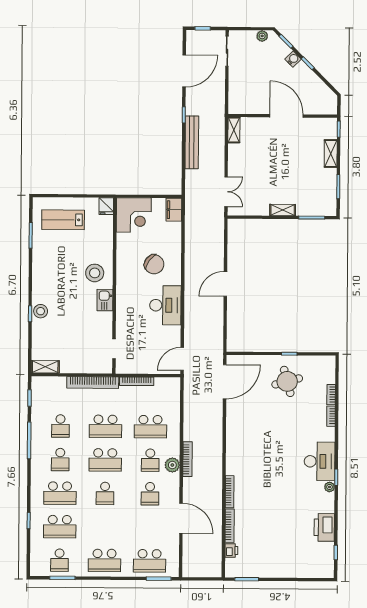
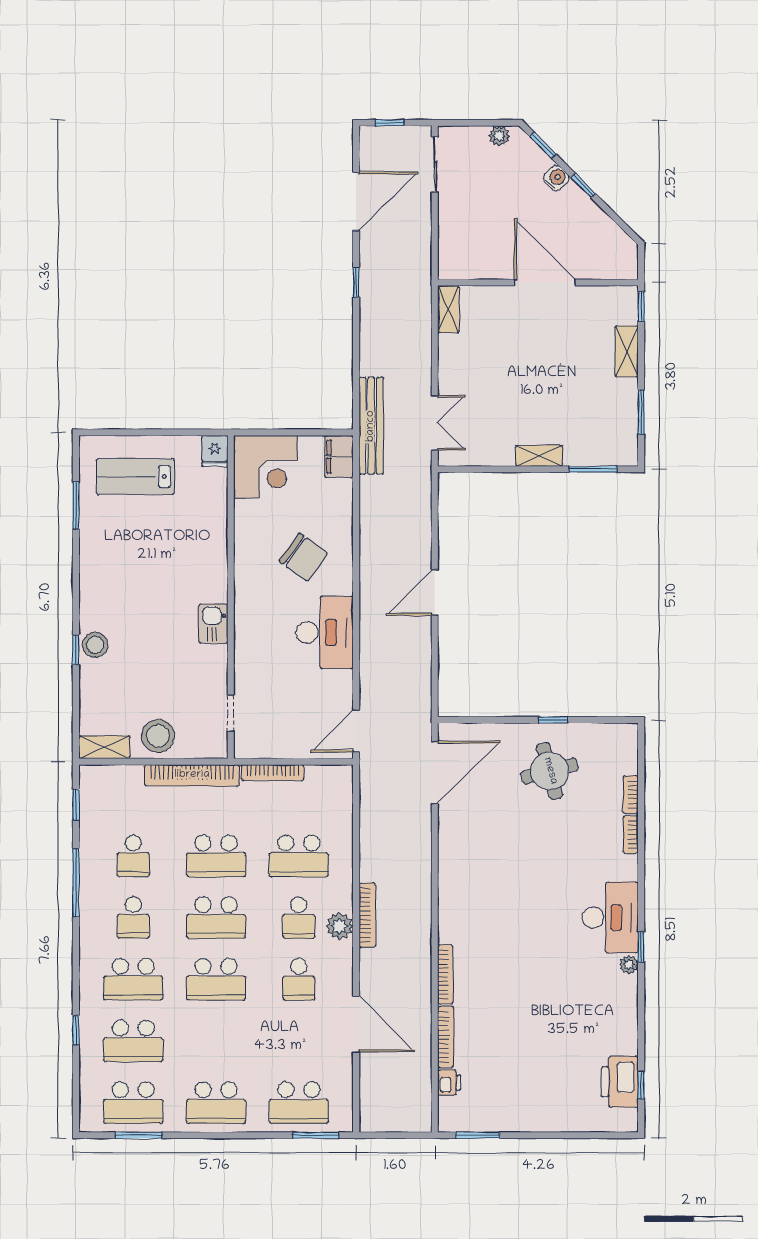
bench: (192, 142) -> (371, 426), moved
stool: (95, 273) -> (158, 736), moved
school desk: (105, 493) -> (216, 979), width x1.85
printer: (324, 527) -> (620, 1082), moved
school desk: (60, 560) -> (133, 1103), width x1.85

